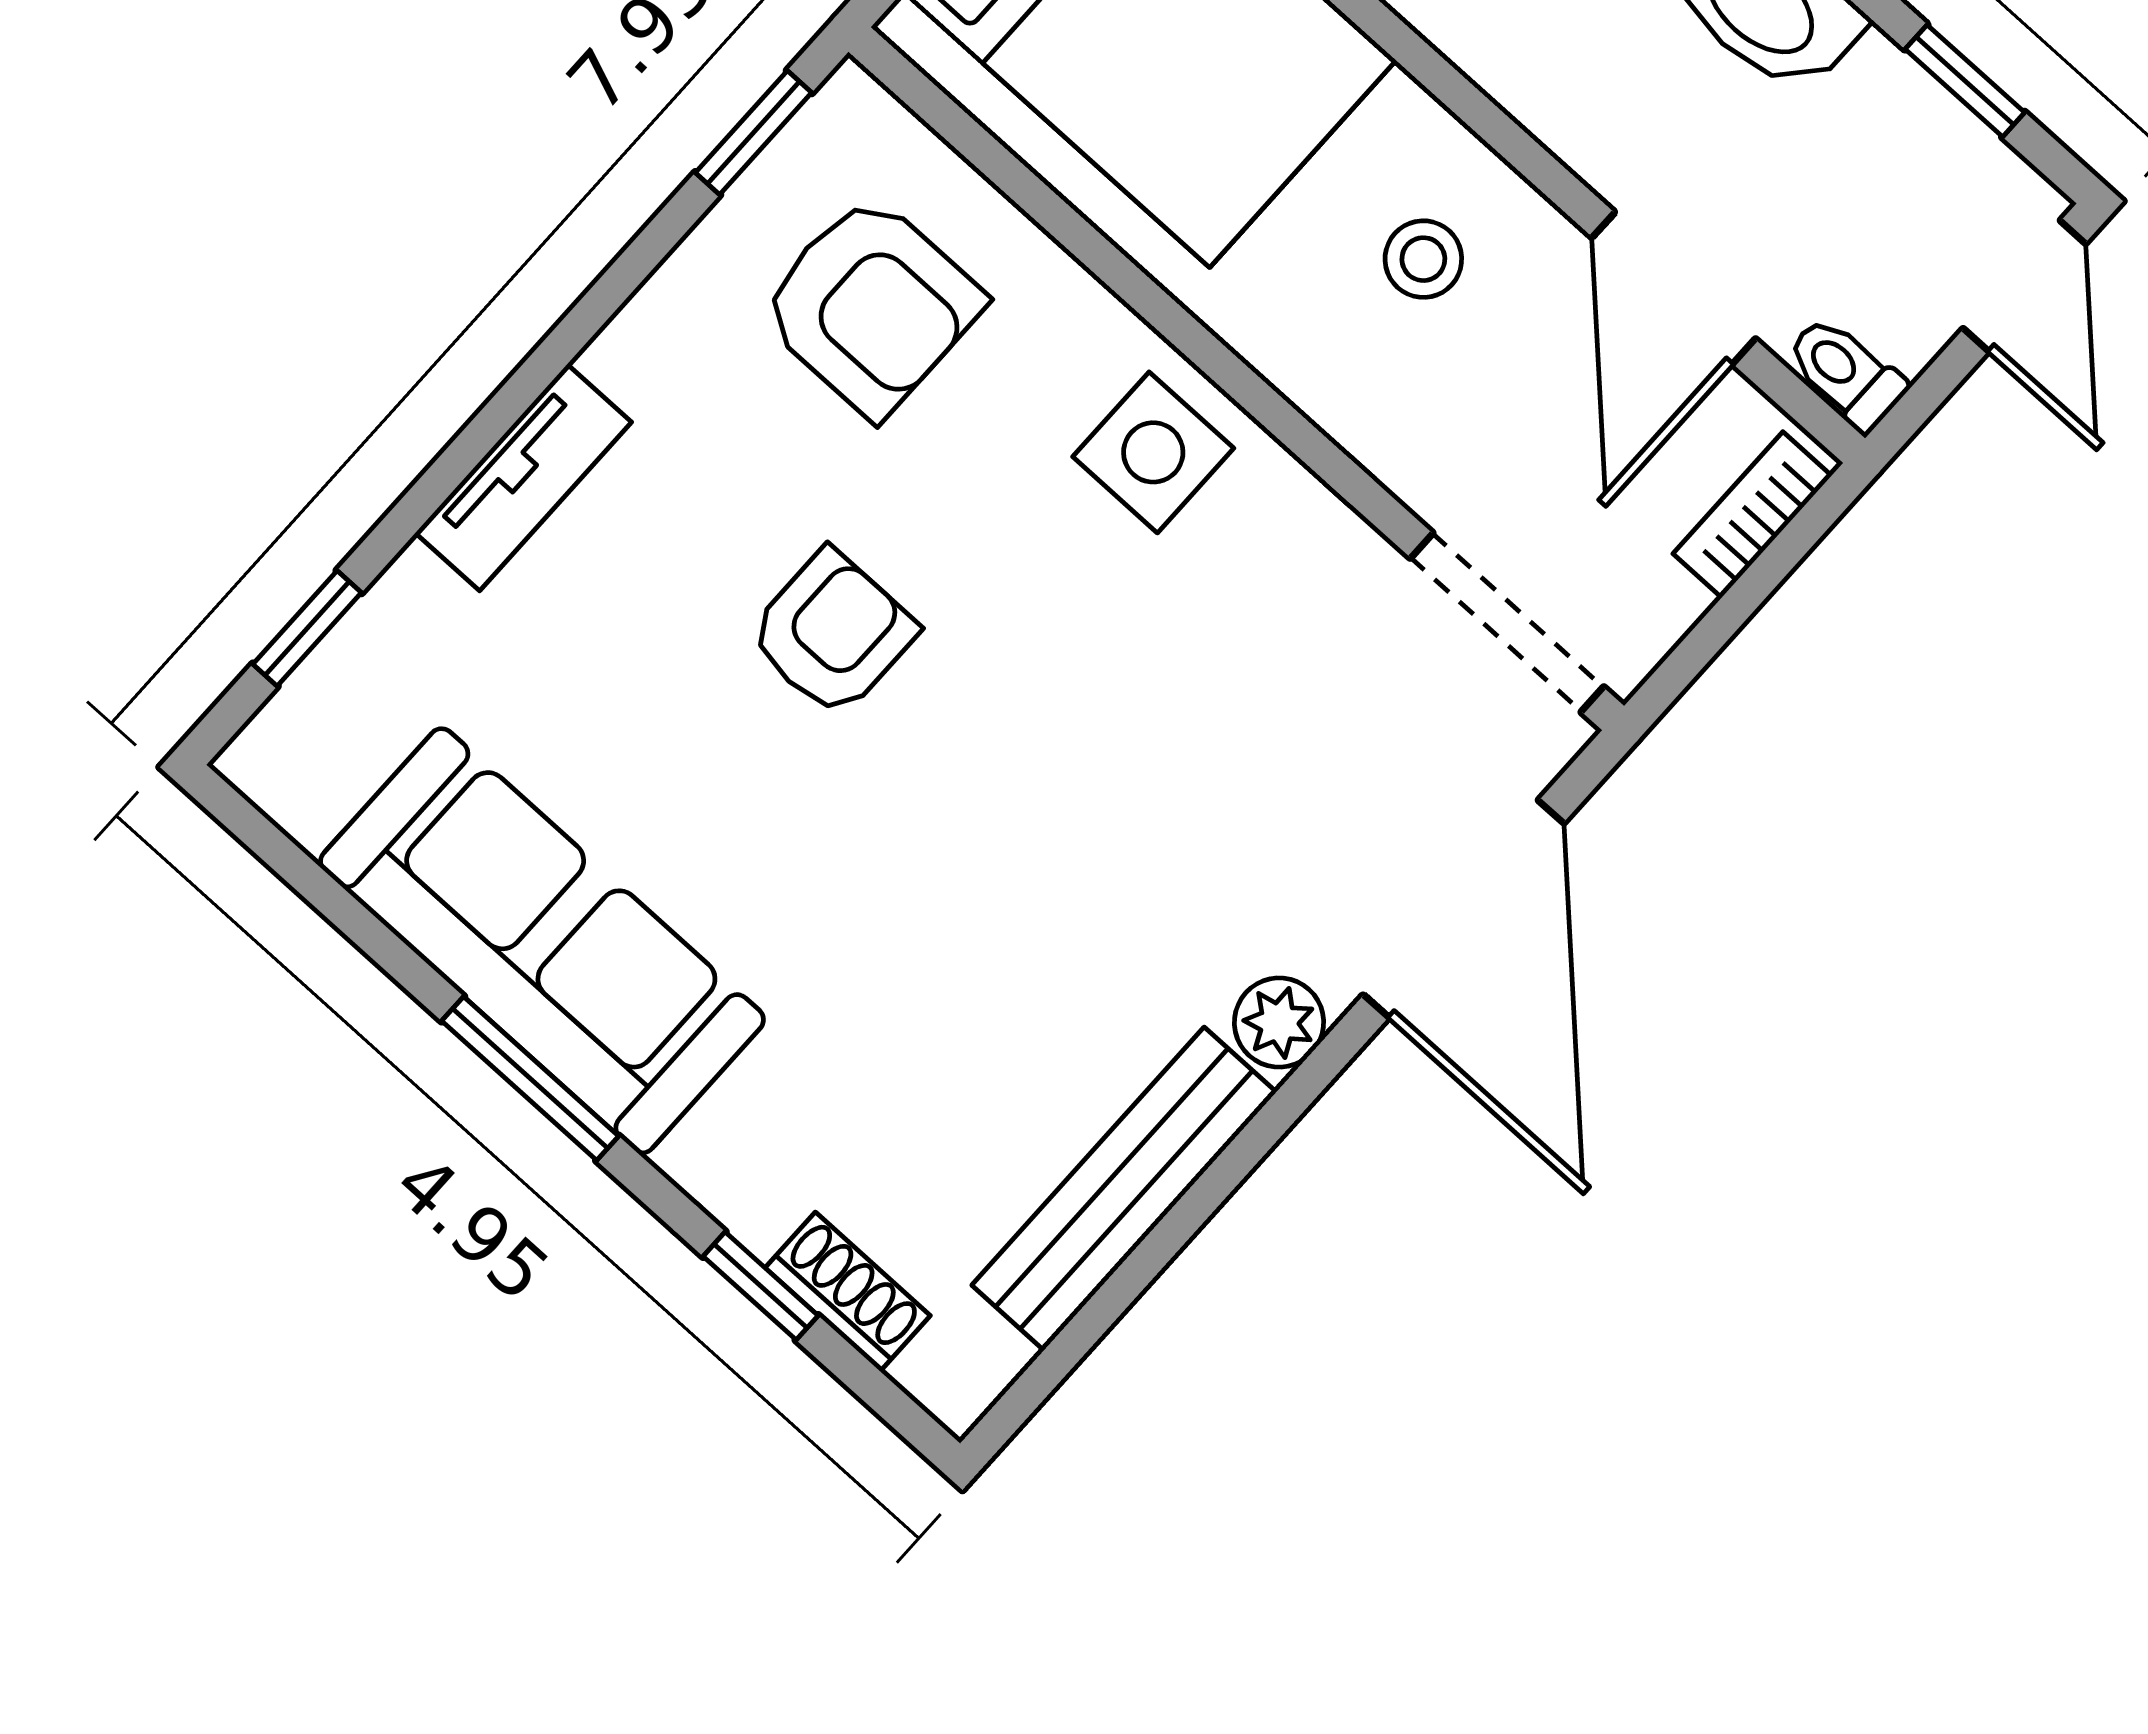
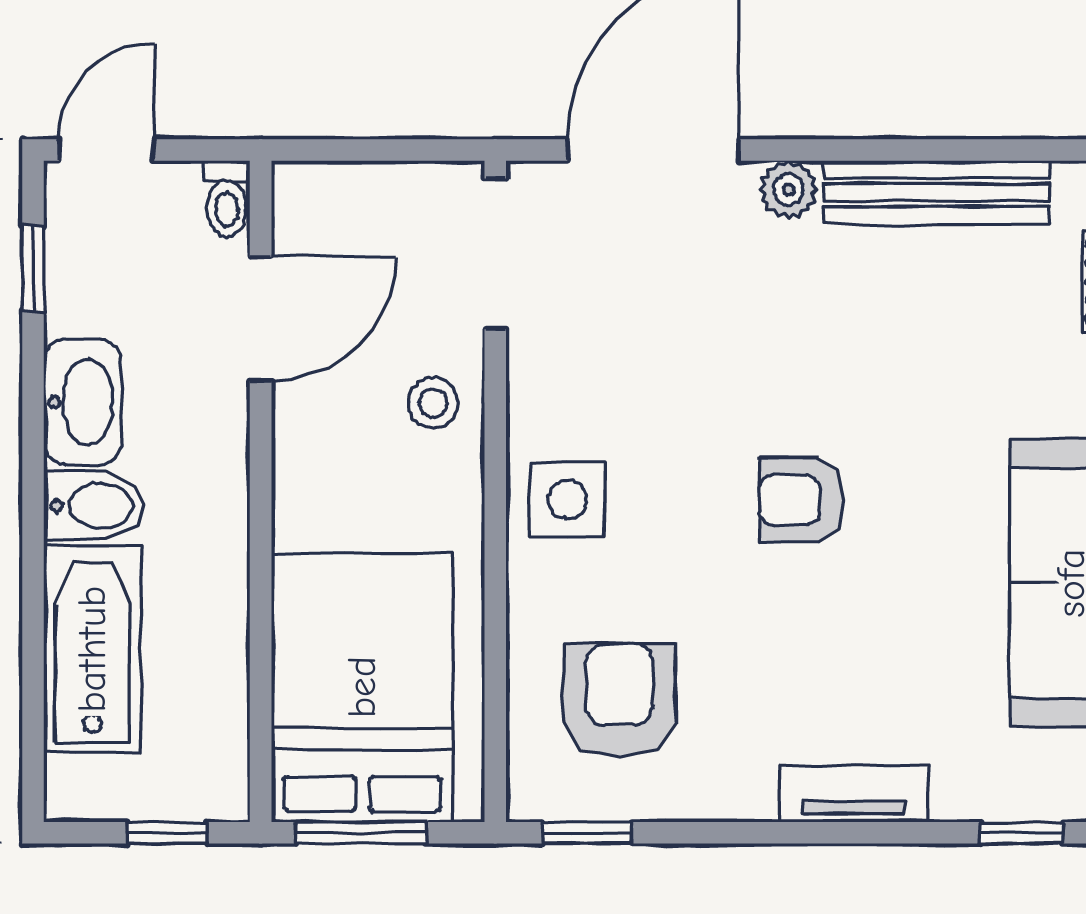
stool: (1423, 259) -> (433, 403), moved
bookcase: (1752, 515) -> (336, 182), removed
armchair: (832, 633) -> (801, 500), moved

